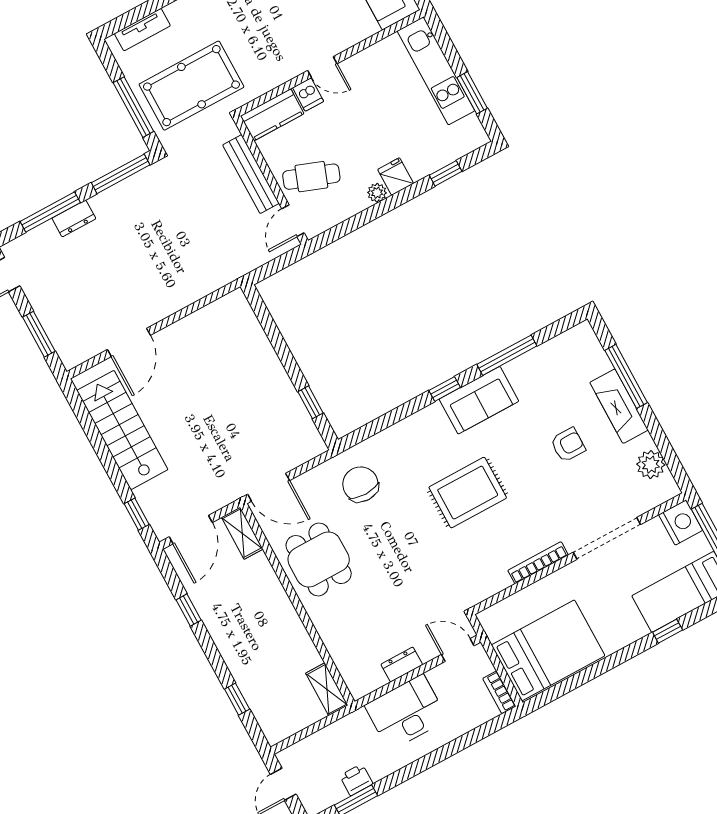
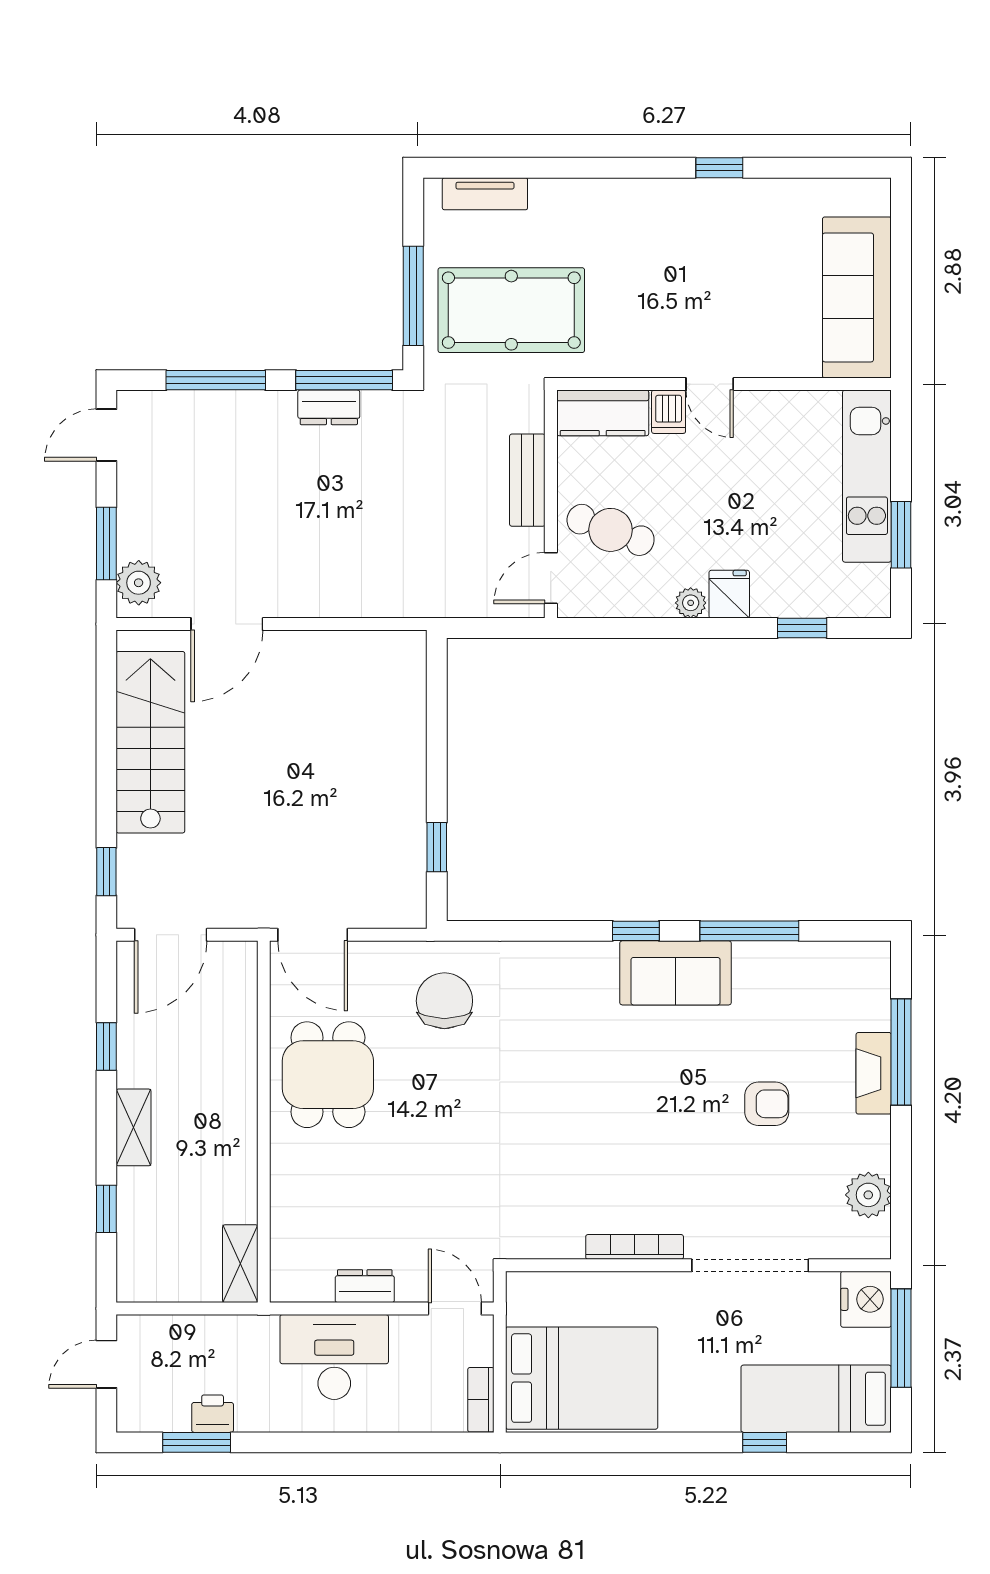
bench: (251, 174) -> (527, 480), width x0.73
dresser: (74, 218) -> (329, 407), moved
plant: (68, 346) -> (139, 583), added
fireplace: (619, 406) -> (874, 1073), width x0.73, depth x0.76
rug: (468, 493) -> (589, 1094), removed
shelving: (242, 533) -> (133, 1127), moved

